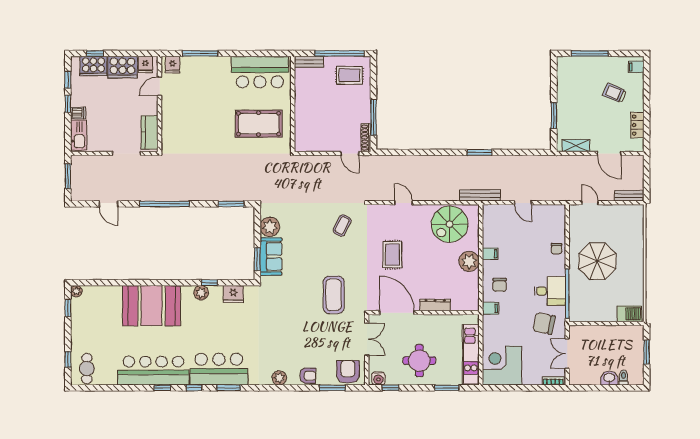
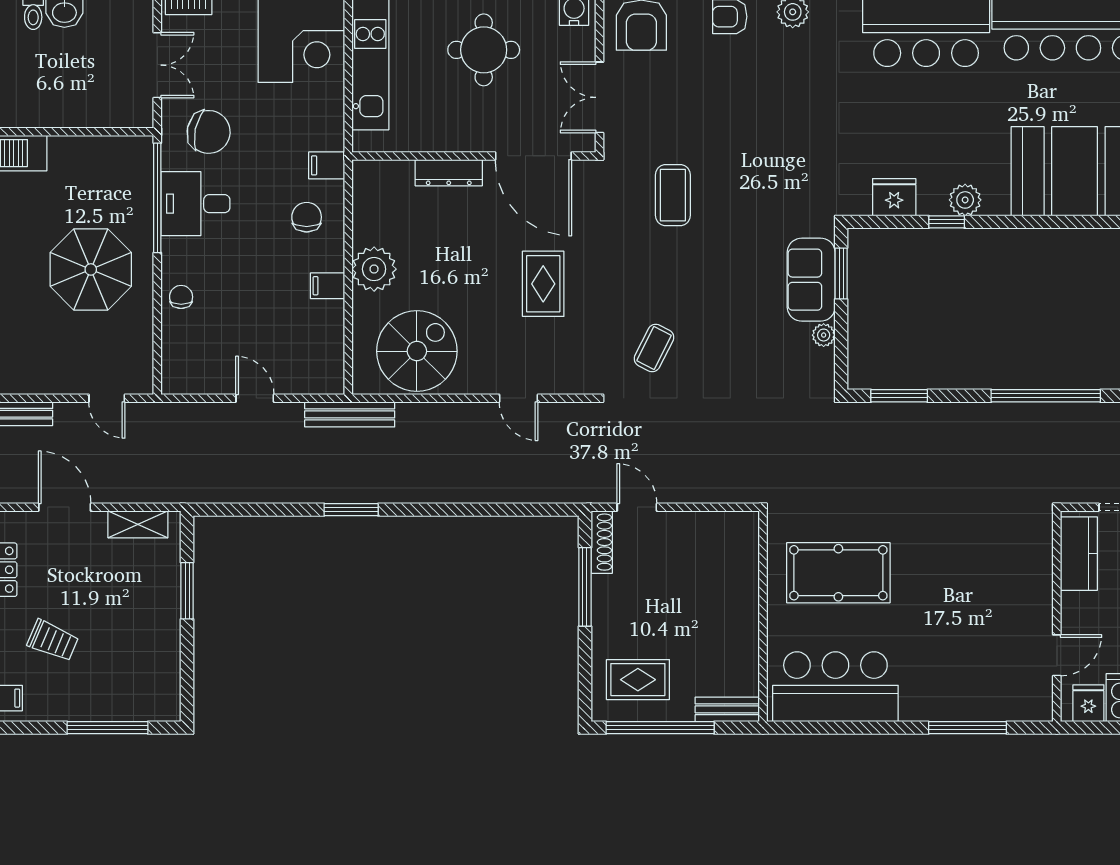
fridge: (172, 65) -> (1028, 703), removed
plant: (270, 227) -> (824, 335), width x0.53, depth x0.53
coffee table: (334, 295) -> (673, 195), width x0.73, depth x0.76

